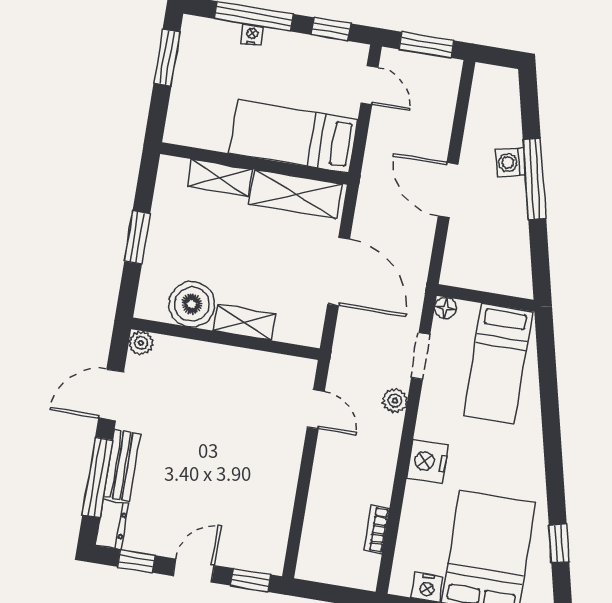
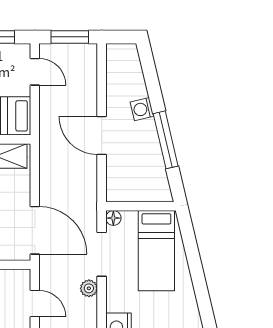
window: (534, 179) -> (166, 140), moved
door: (339, 272) -> (35, 230), moved
doorway: (421, 356) -> (102, 254), width x1.38

